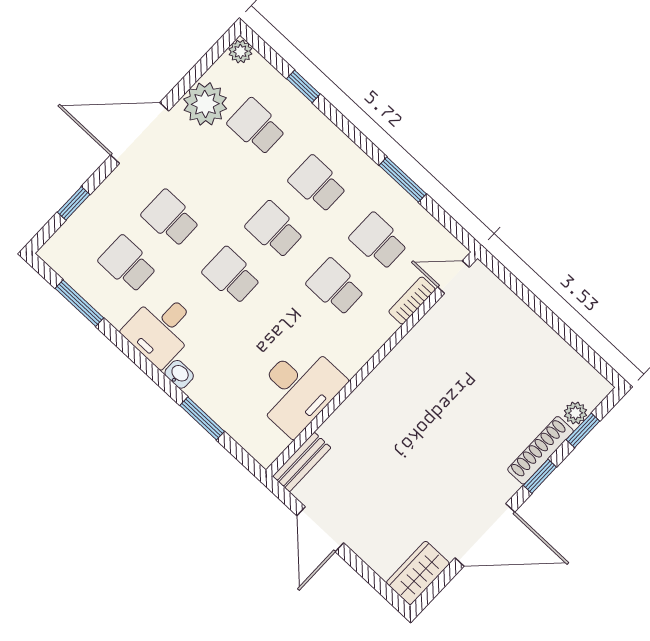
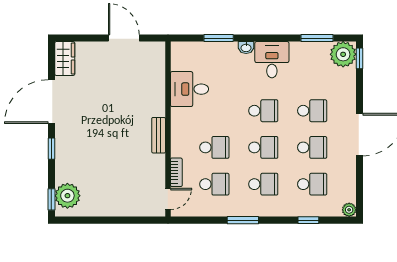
plant: (205, 104) -> (343, 54), moved
window: (403, 180) -> (243, 220), moved
window: (74, 203) -> (359, 58), moved
school desk: (128, 264) -> (312, 147), moved
desk: (298, 389) -> (189, 89), width x0.73
plant: (575, 413) -> (67, 196), width x1.87, depth x1.87
window: (583, 430) -> (51, 199), moved
shoe rack: (540, 450) -> (62, 160), removed
bench: (302, 462) -> (159, 135), moved

